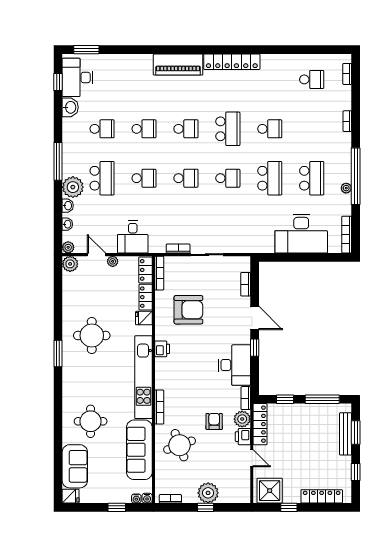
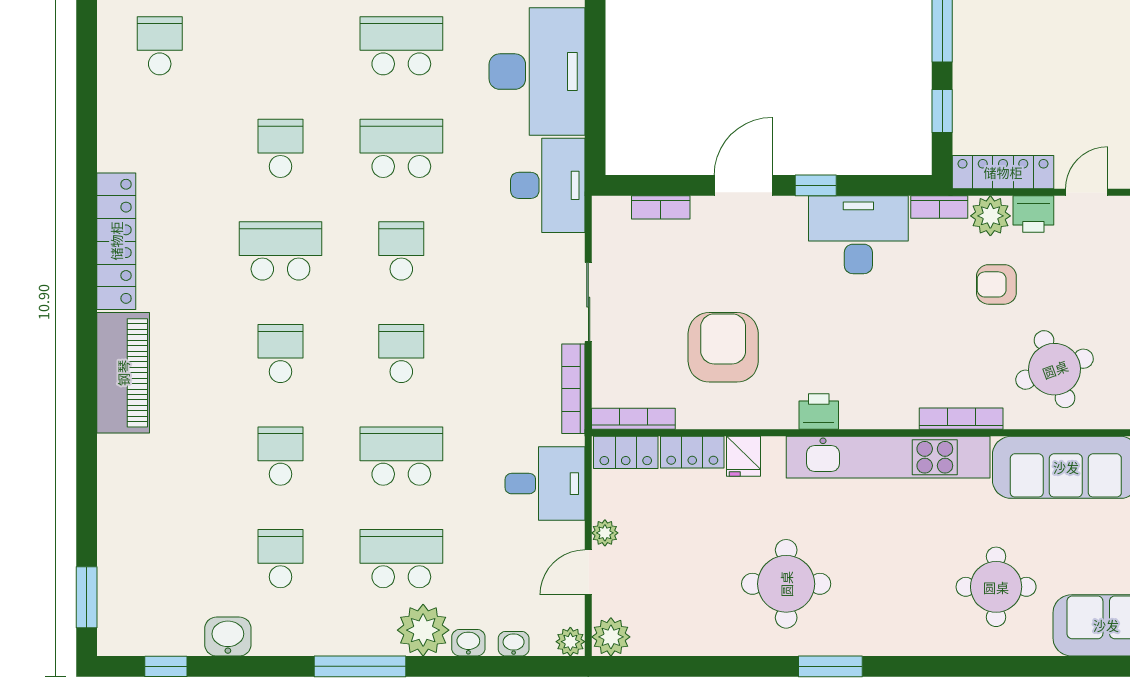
desk: (77, 77) -> (548, 185), moved, turned -90
school desk: (144, 178) -> (401, 456), width x1.85
bookcase: (178, 249) -> (573, 389), width x1.56

